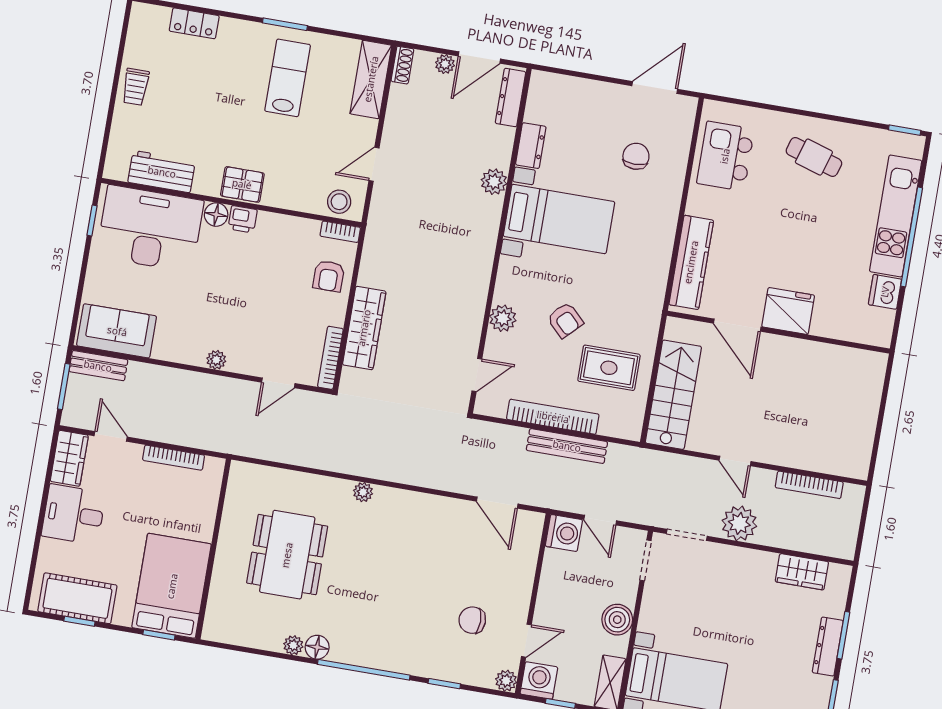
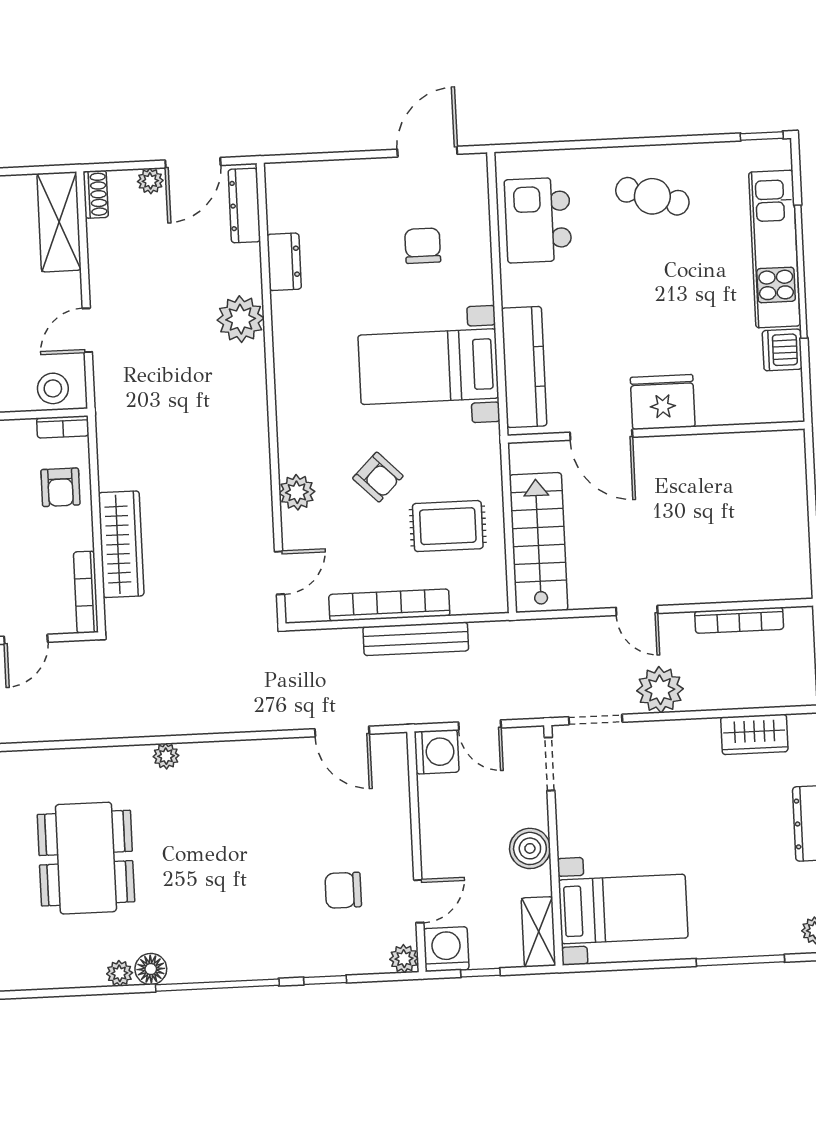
plant: (494, 182) -> (241, 319), width x1.36, depth x1.36
bed with nightstands: (559, 219) -> (428, 367), moved, turned 180

